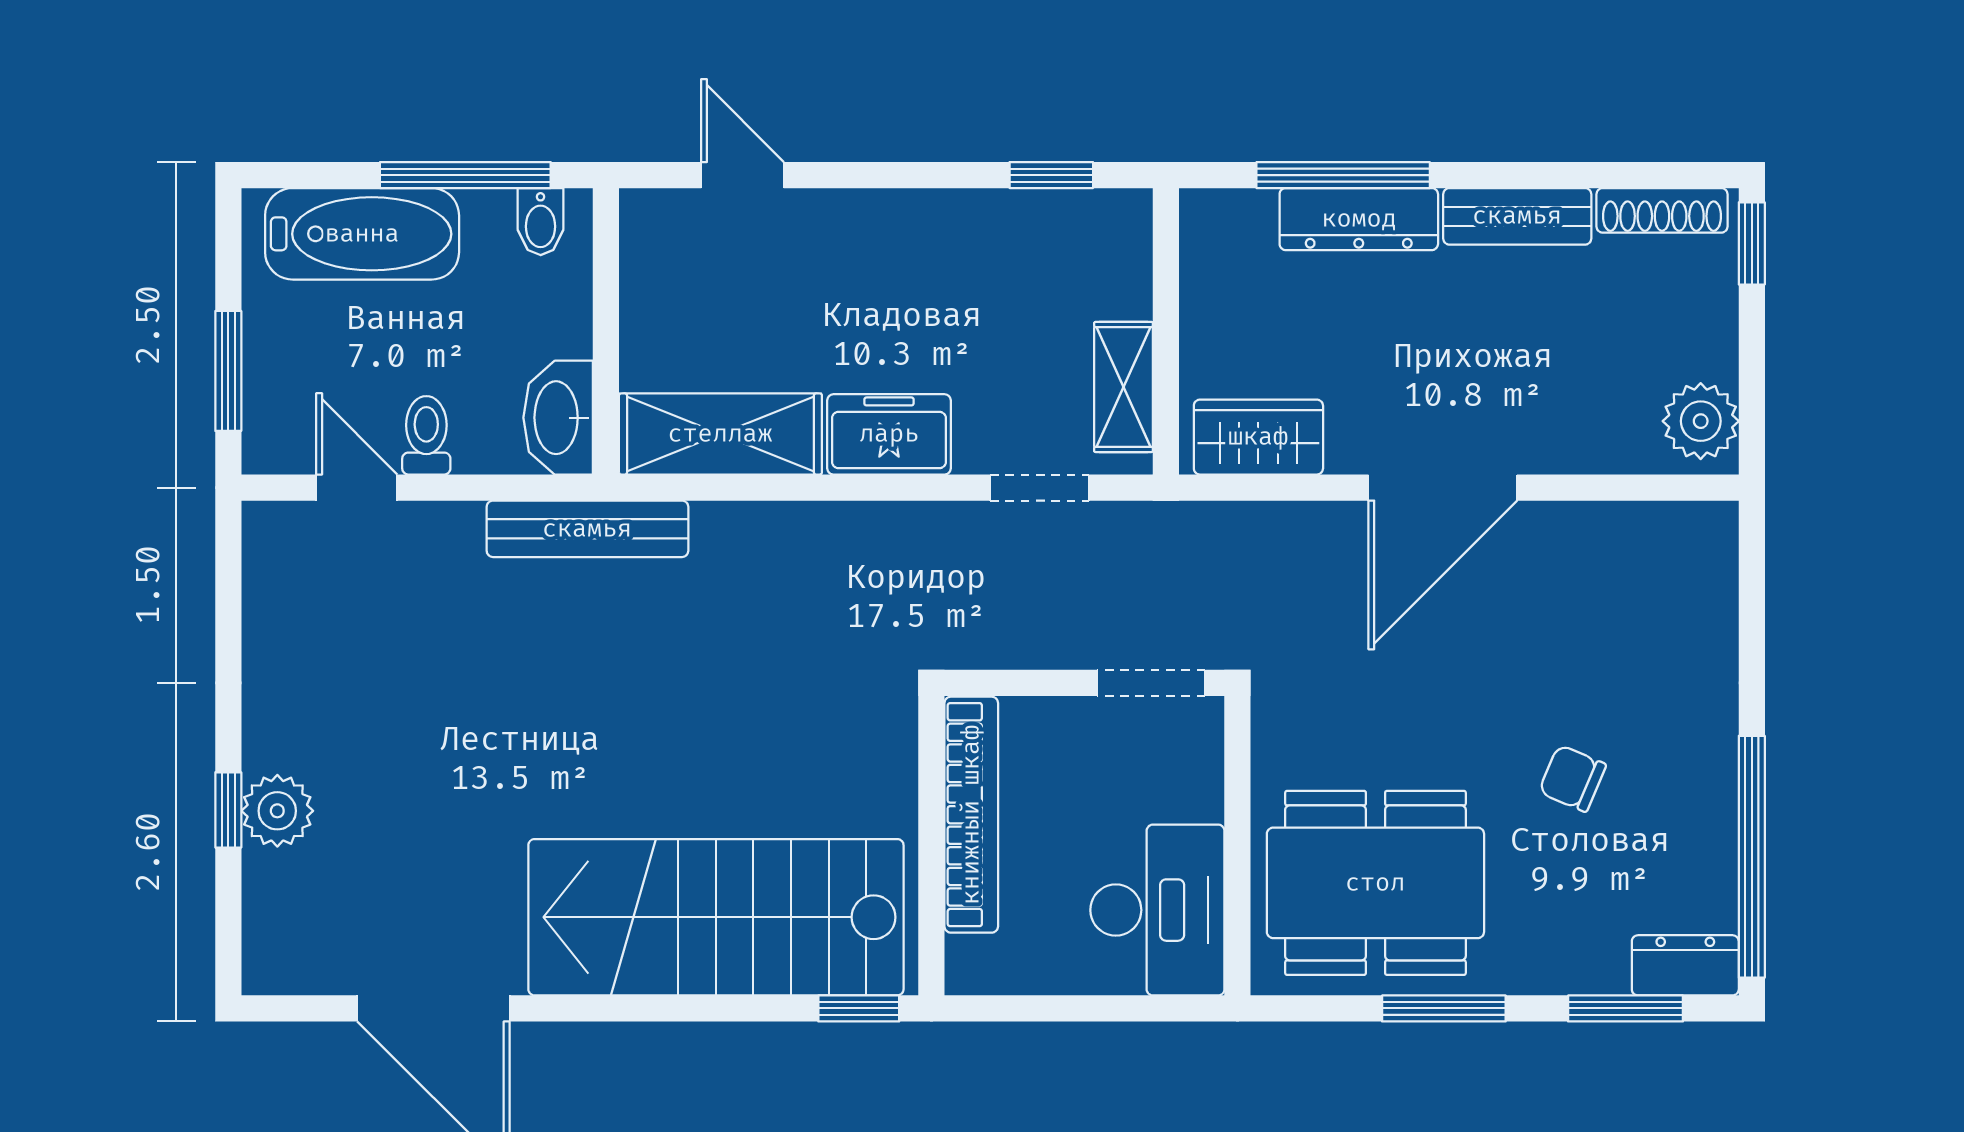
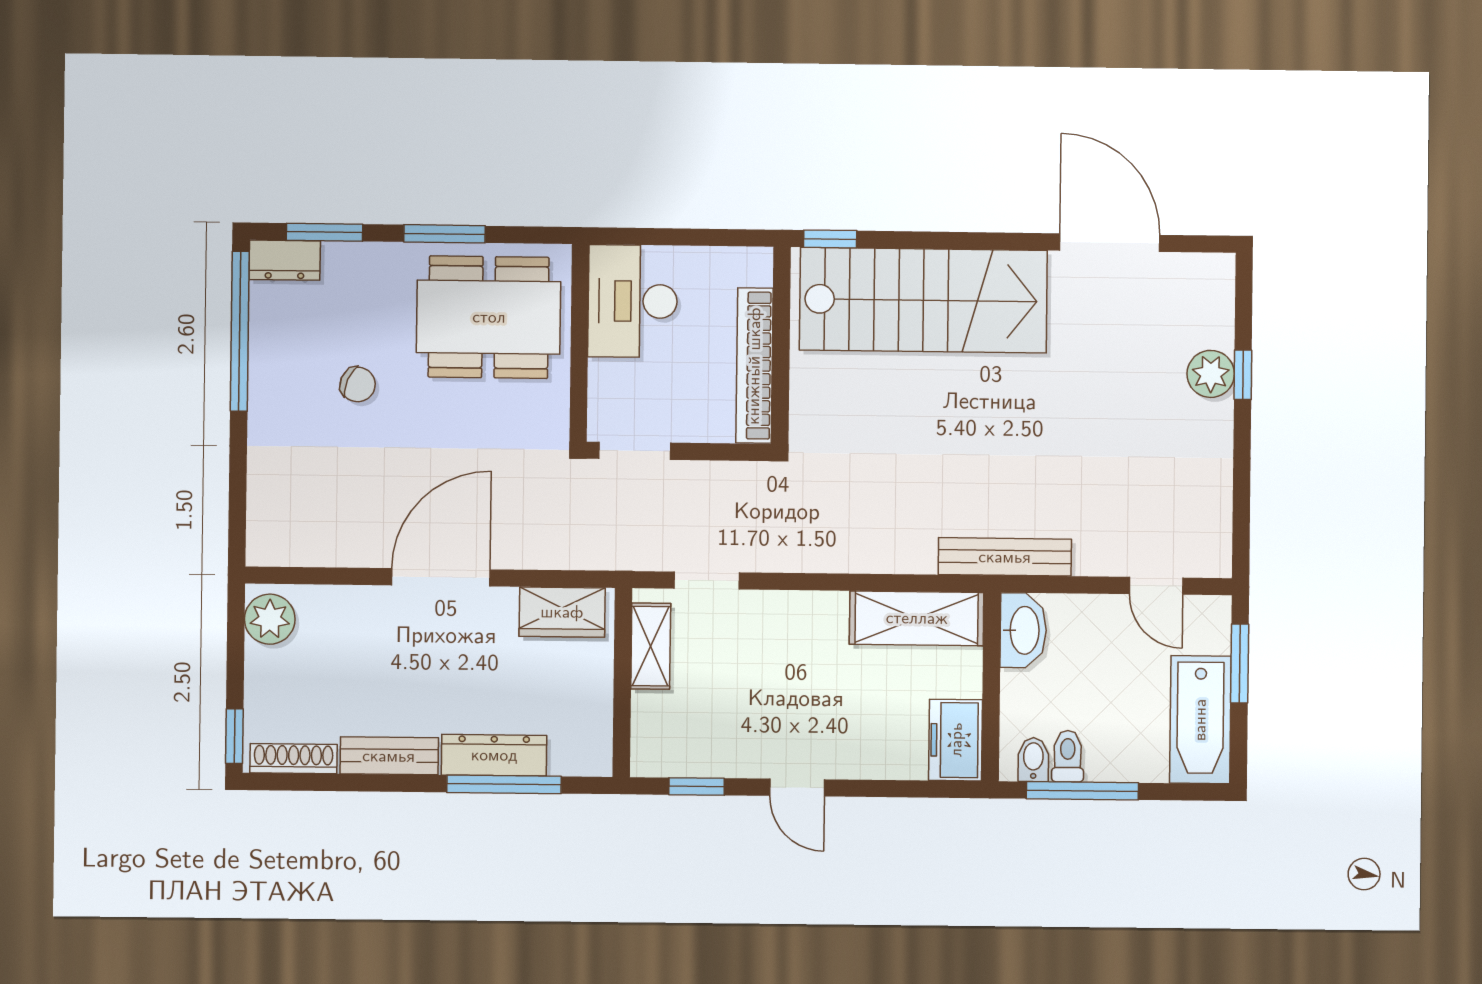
door: (742, 175) -> (797, 788), moved
bathtub: (362, 234) -> (1200, 720), moved, turned -90
freezer: (889, 434) -> (956, 740), moved, turned 90
toilet: (426, 435) -> (1068, 756), moved, turned 180

